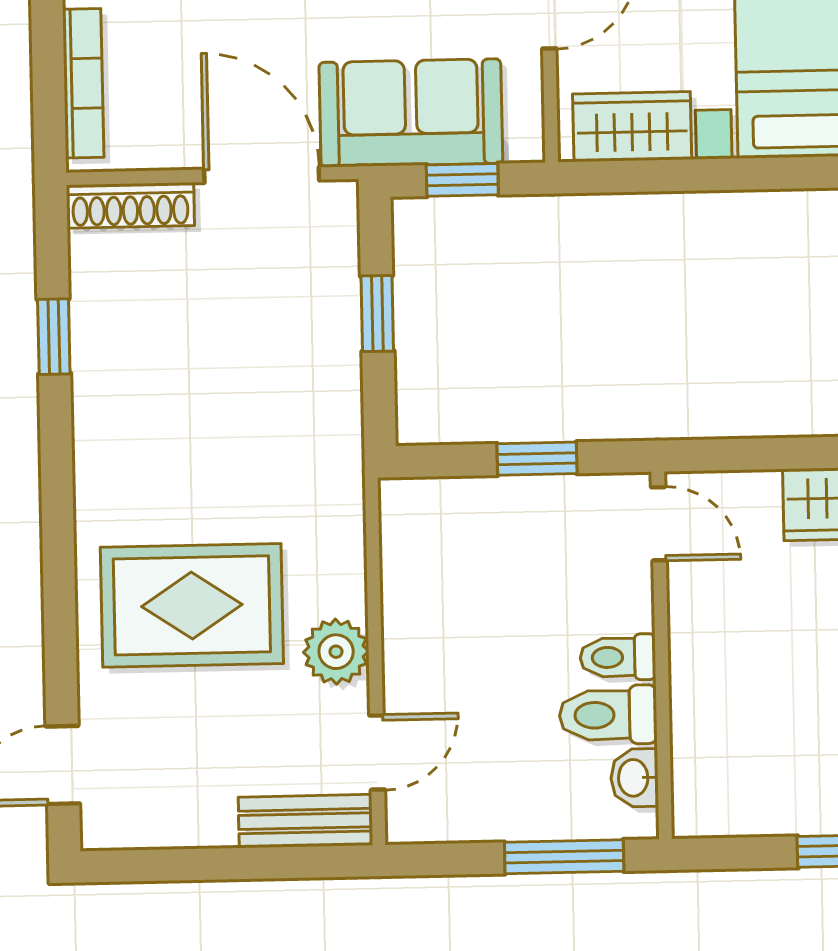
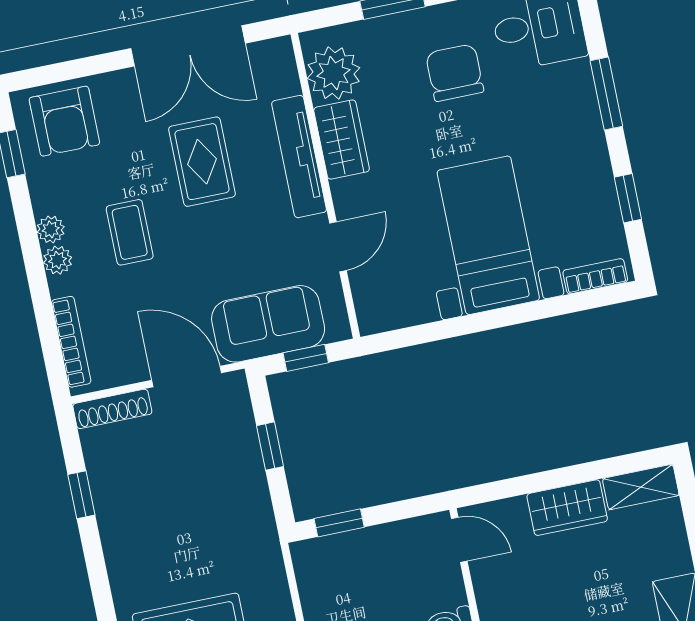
wardrobe: (632, 127) -> (400, 308), removed
window: (537, 459) -> (339, 523), moved

